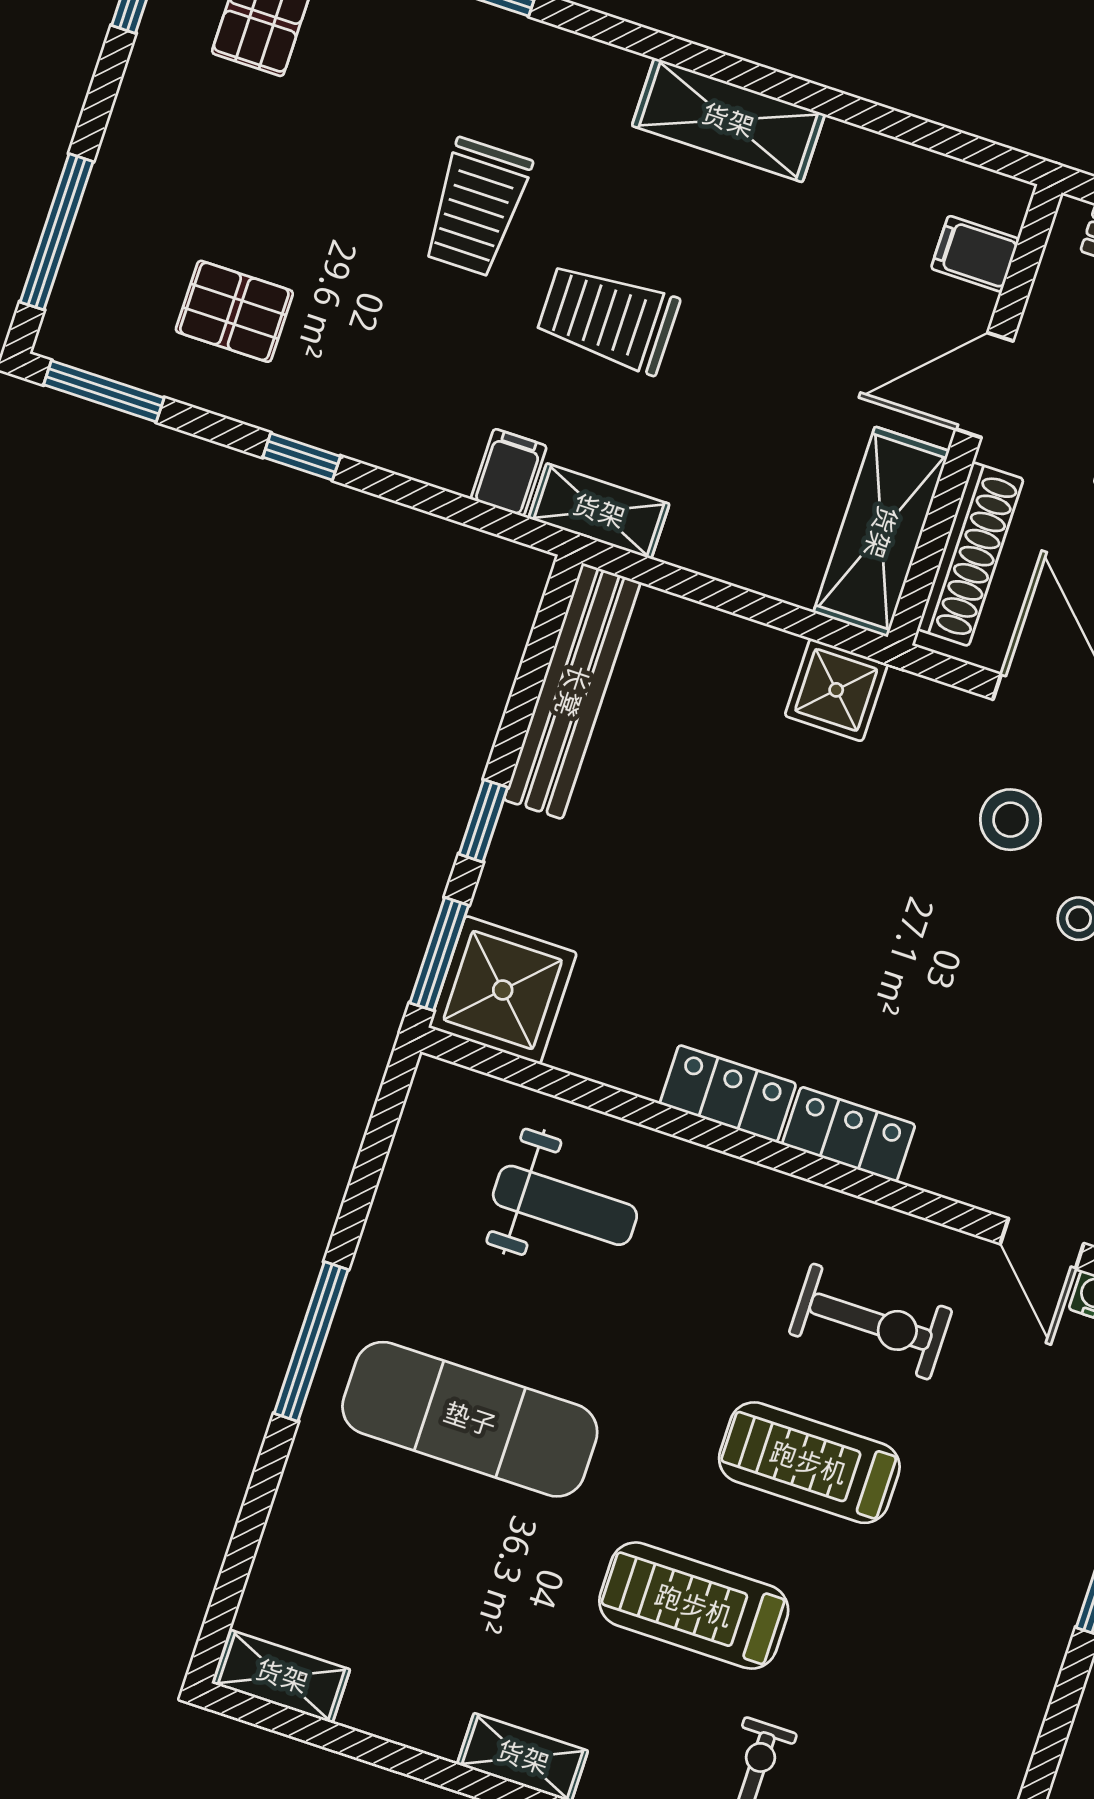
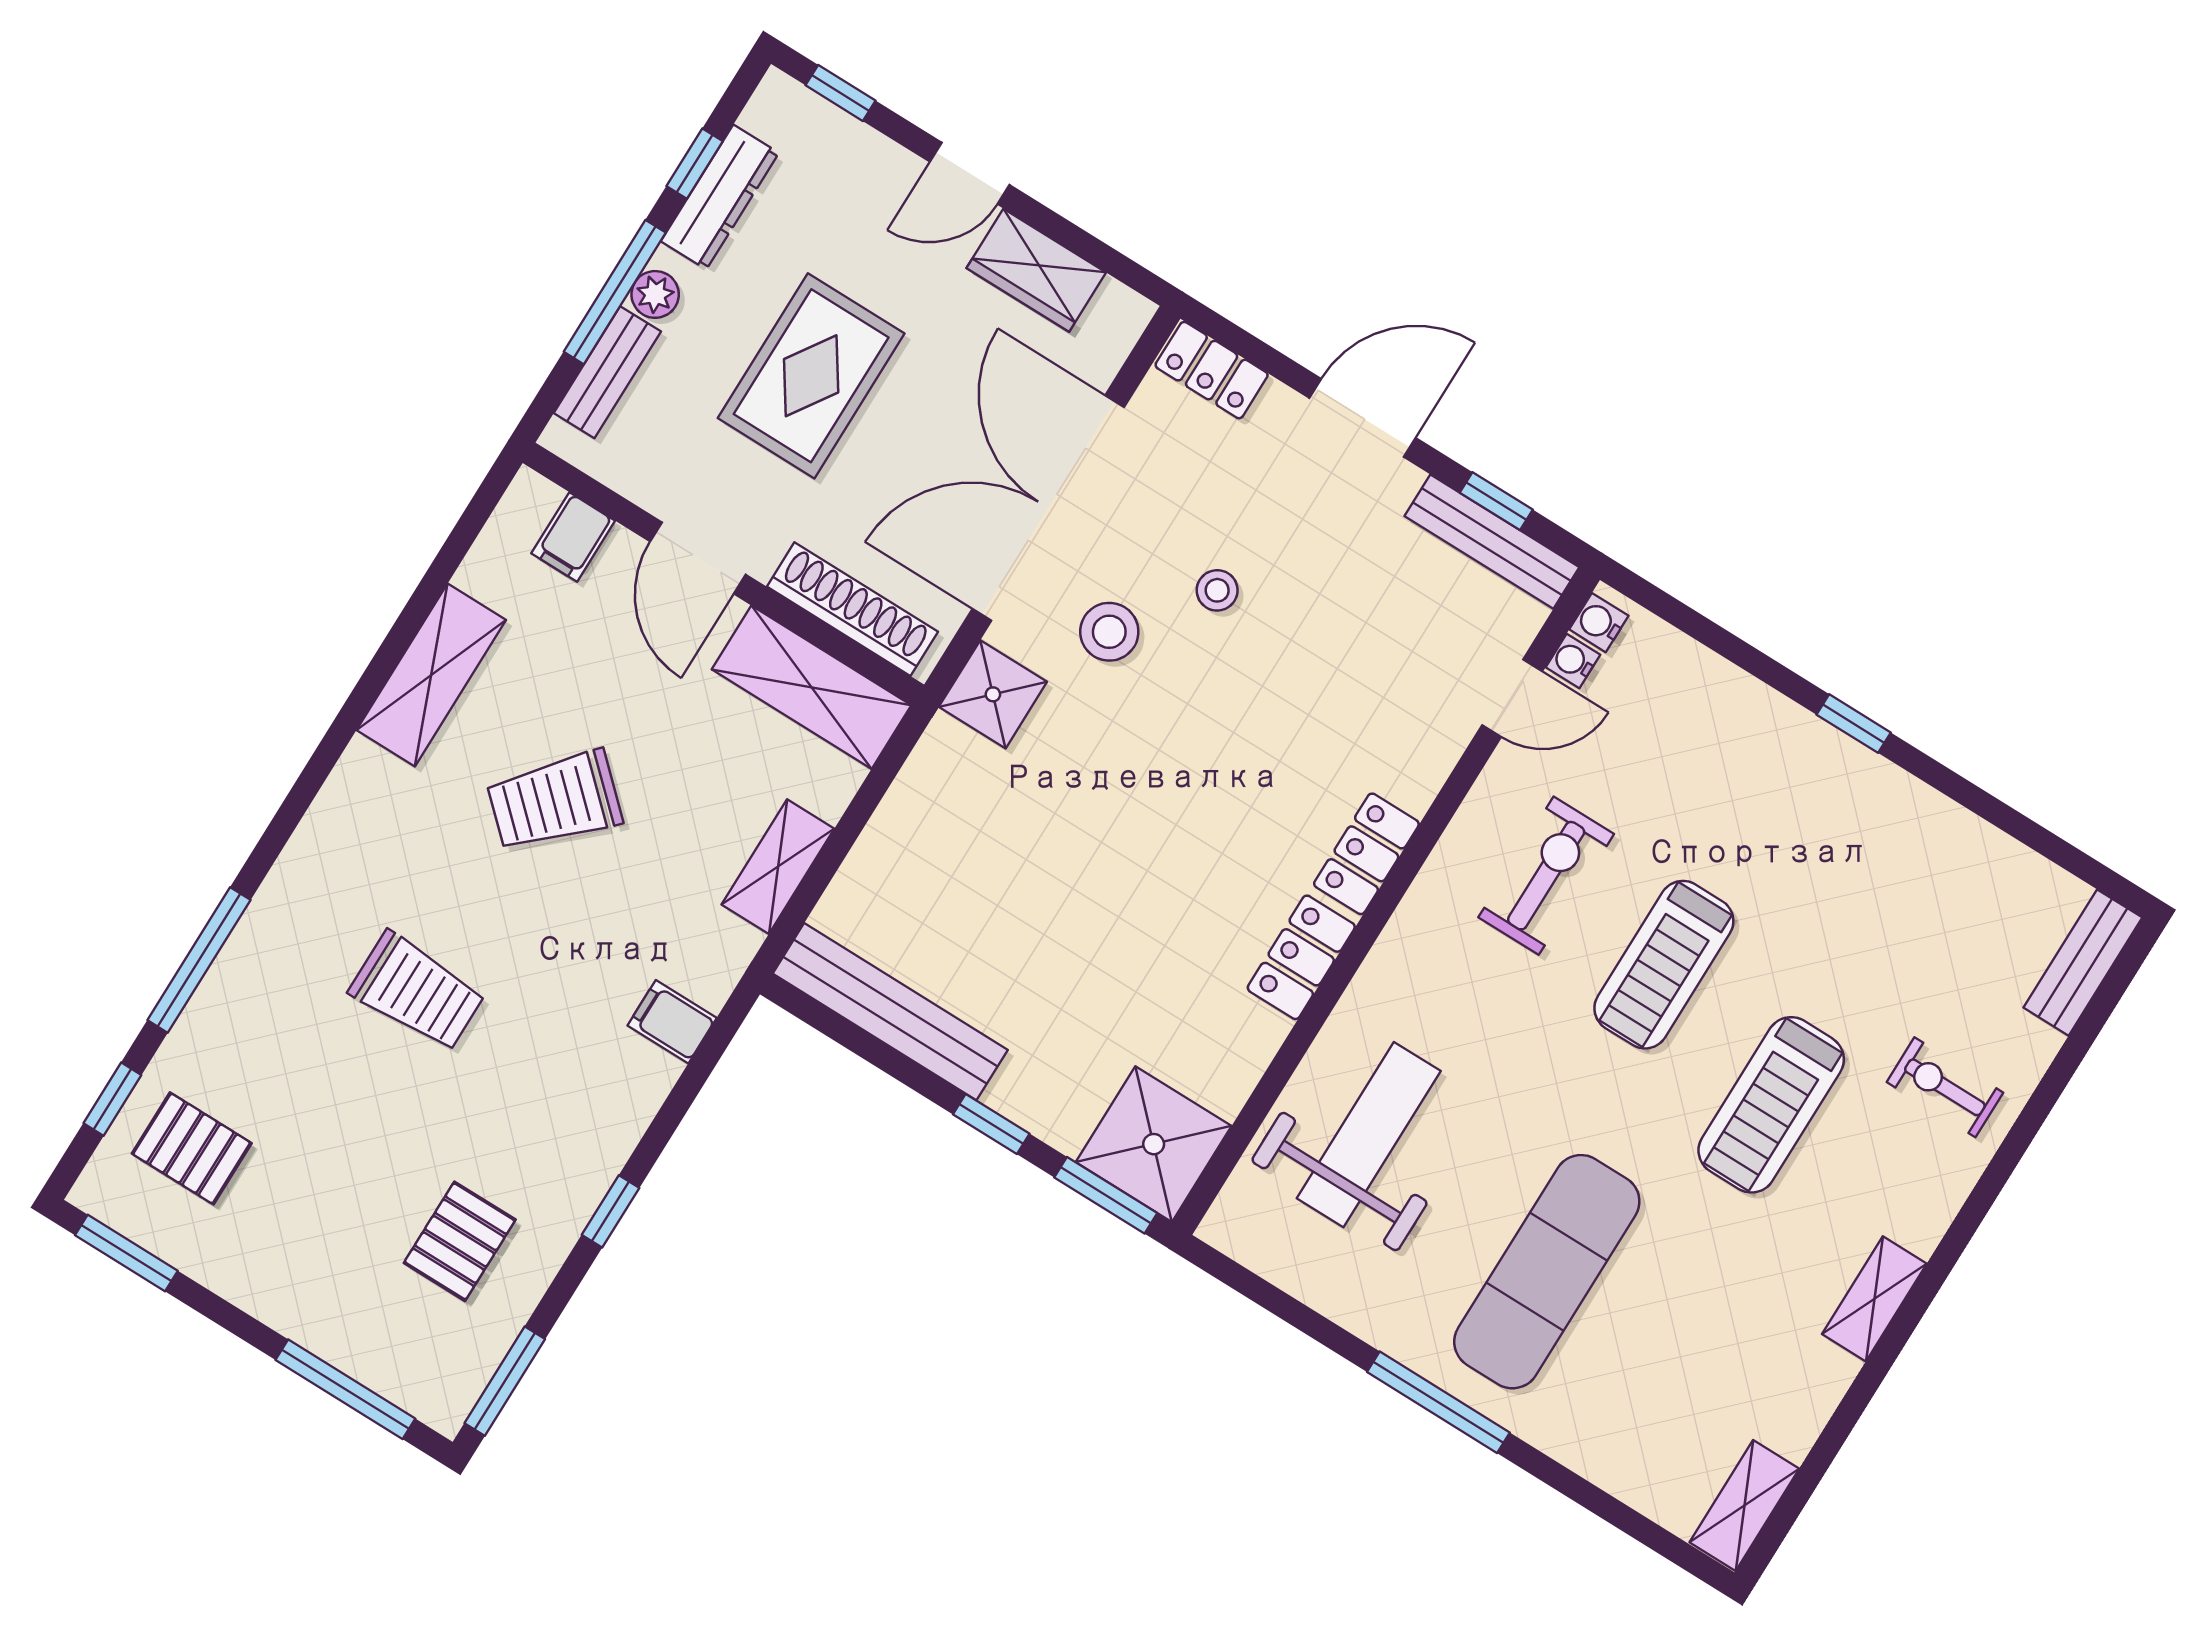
shelving: (728, 120) -> (431, 675), moved
trolley: (608, 318) -> (555, 801), moved, turned 43
shelving: (599, 511) -> (778, 867), moved
shower: (836, 690) -> (993, 694), moved
weight bench: (565, 1205) -> (1369, 1135), width x1.36, depth x1.33

